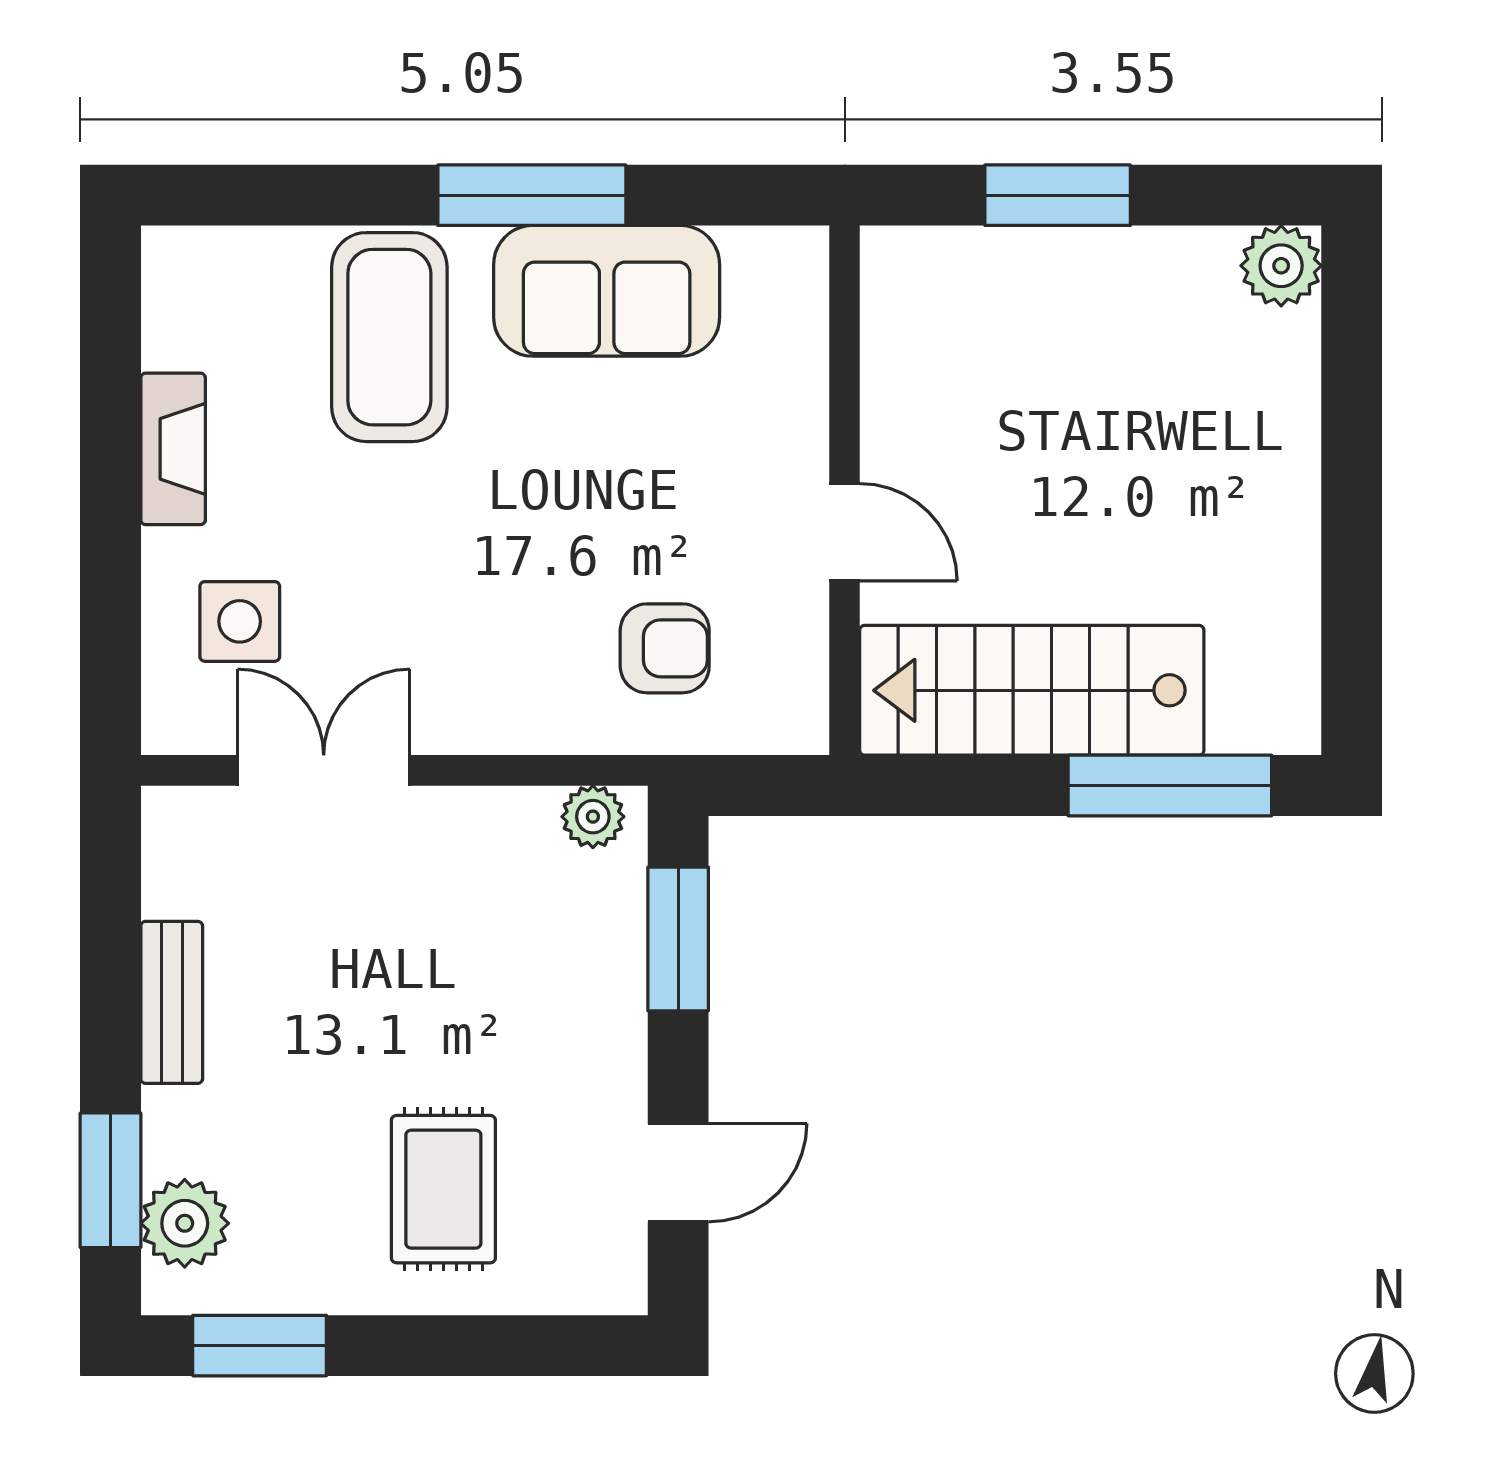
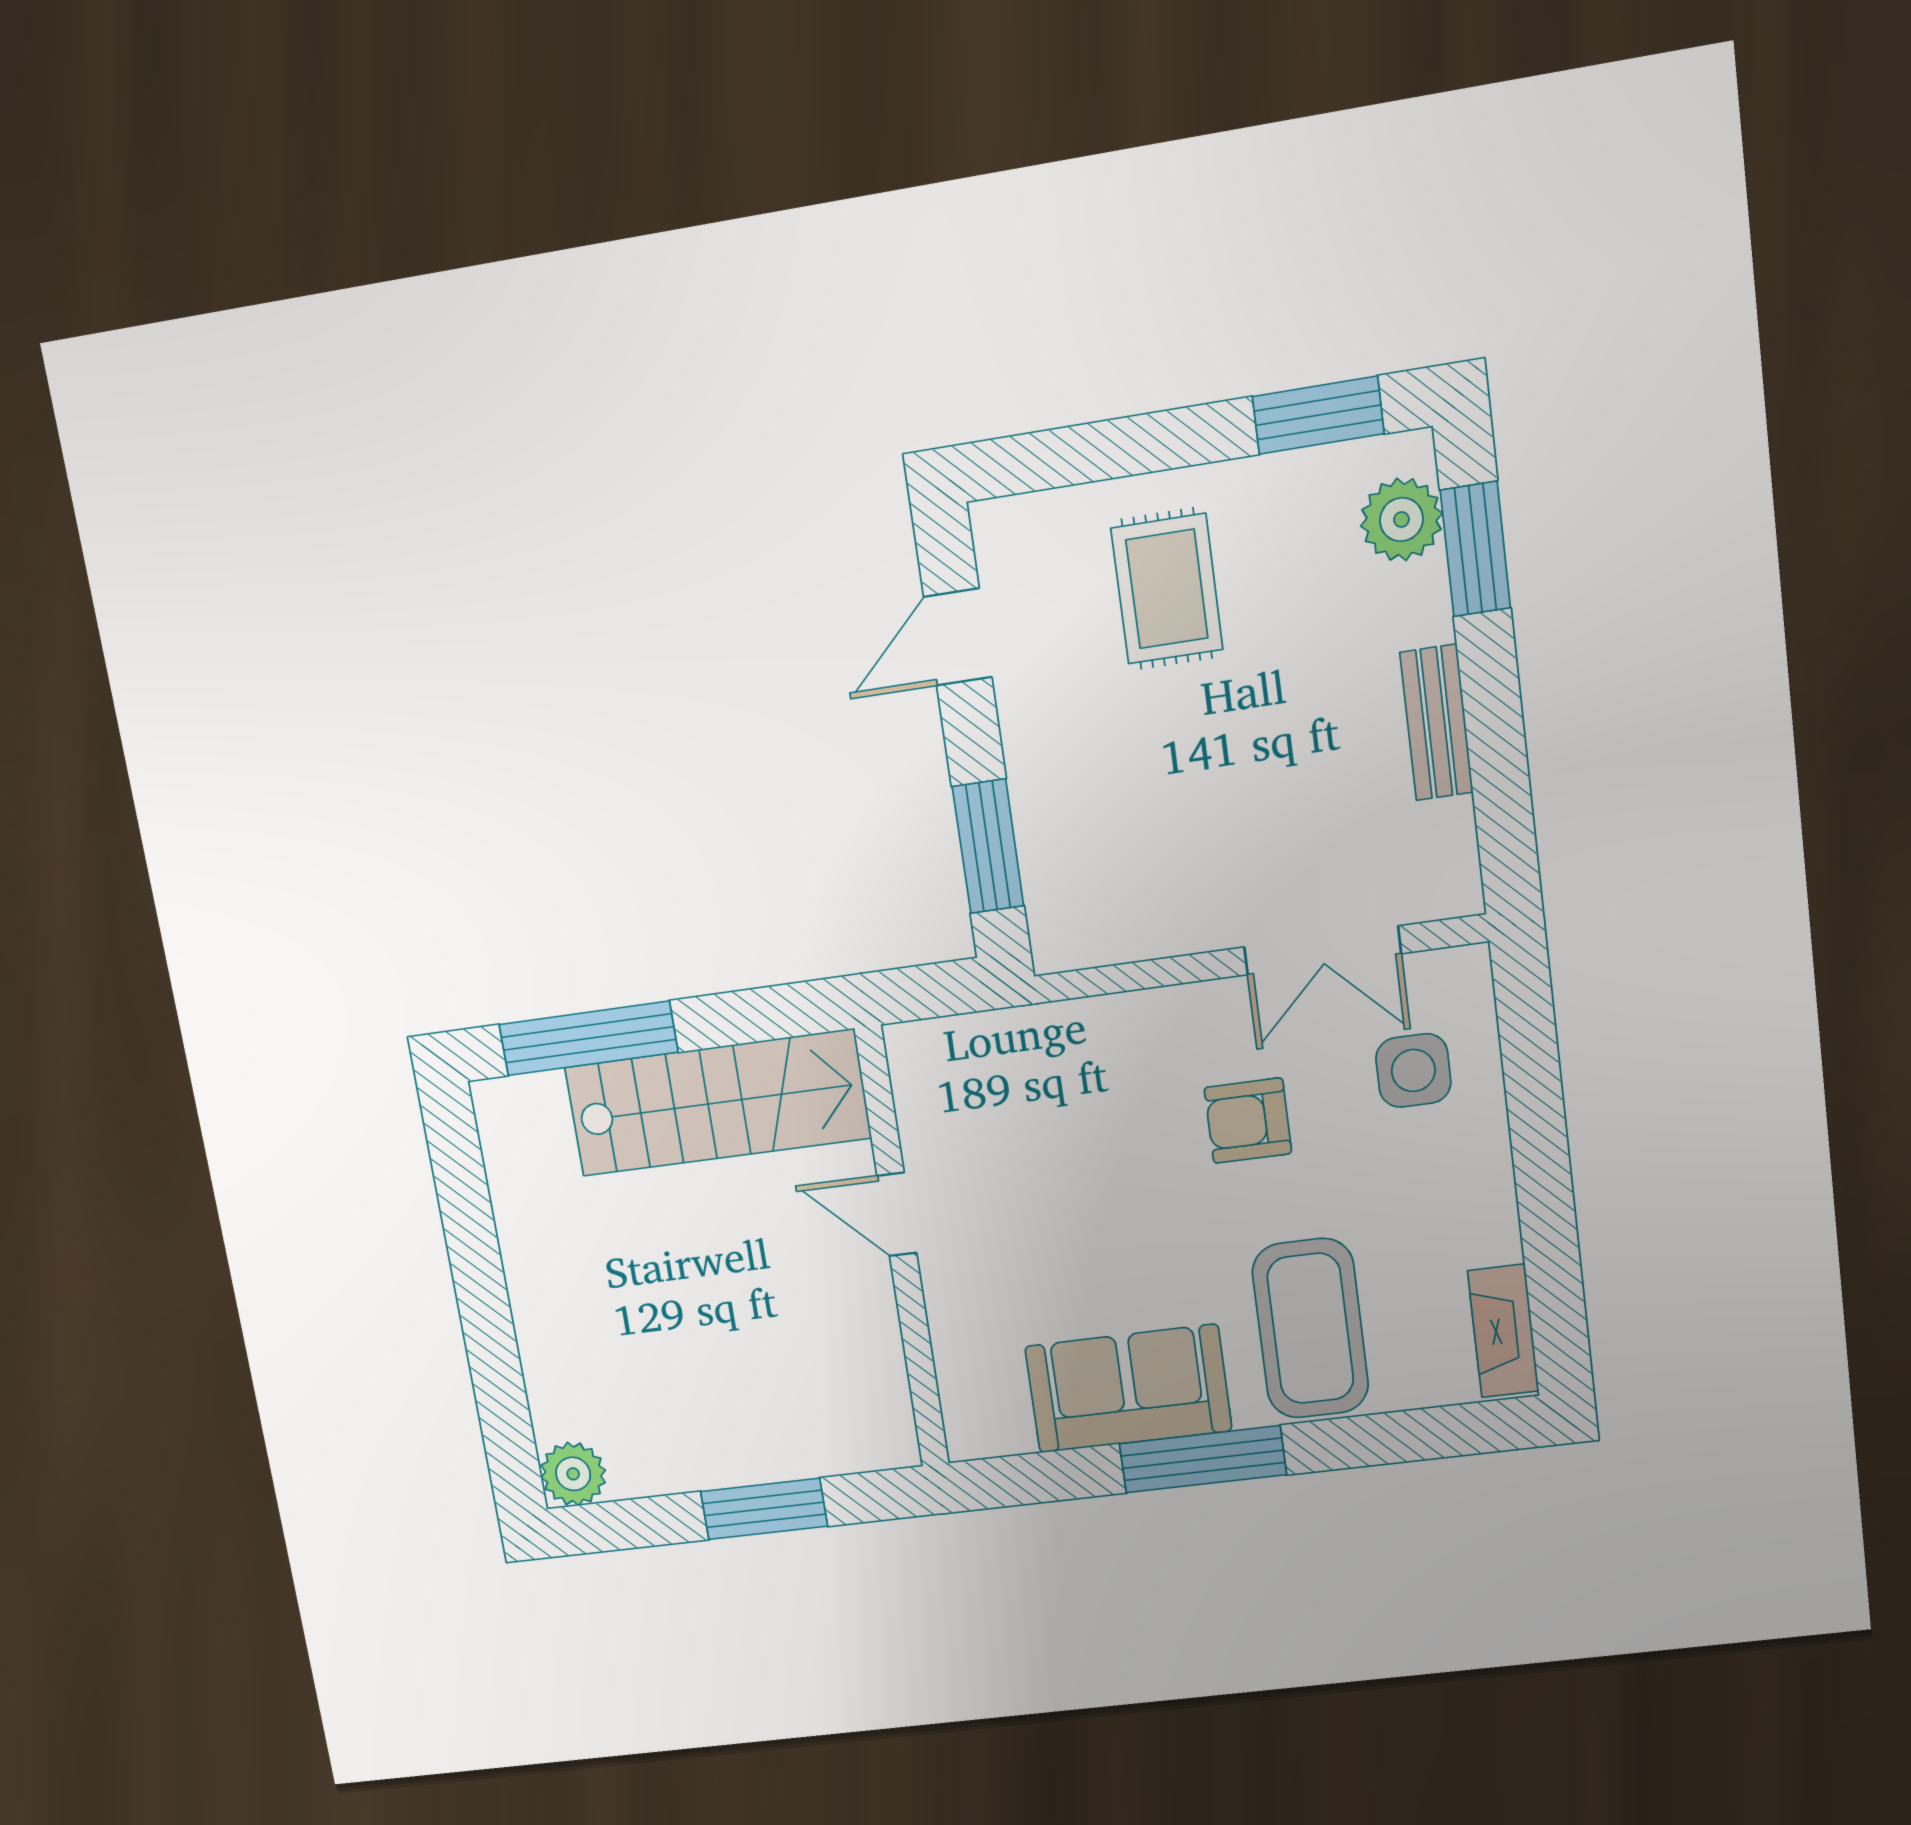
fireplace: (173, 449) -> (1503, 1331), moved
armchair: (665, 648) -> (1248, 1121), moved
plant: (593, 817) -> (1078, 943), removed

